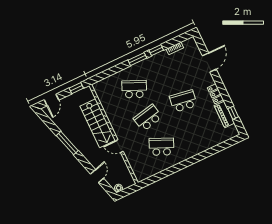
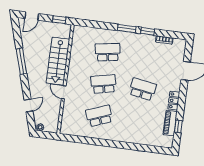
school desk: (134, 89) -> (108, 52), turned -33
school desk: (162, 147) -> (99, 116), turned -45

